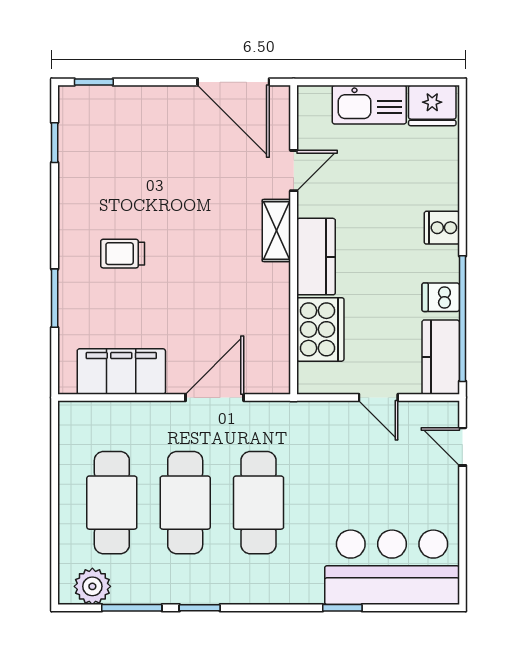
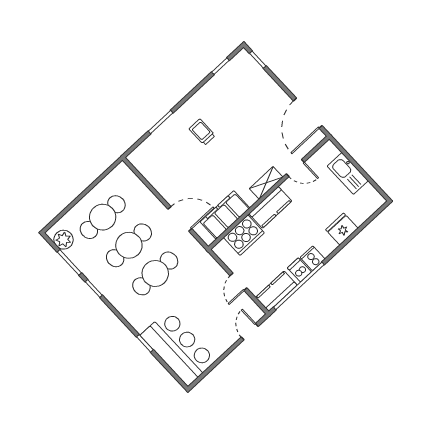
fridge: (432, 105) -> (342, 229), moved, turned 90
cooker: (442, 228) -> (313, 258), moved
filing cabinet: (121, 371) -> (225, 215), moved, turned -90

